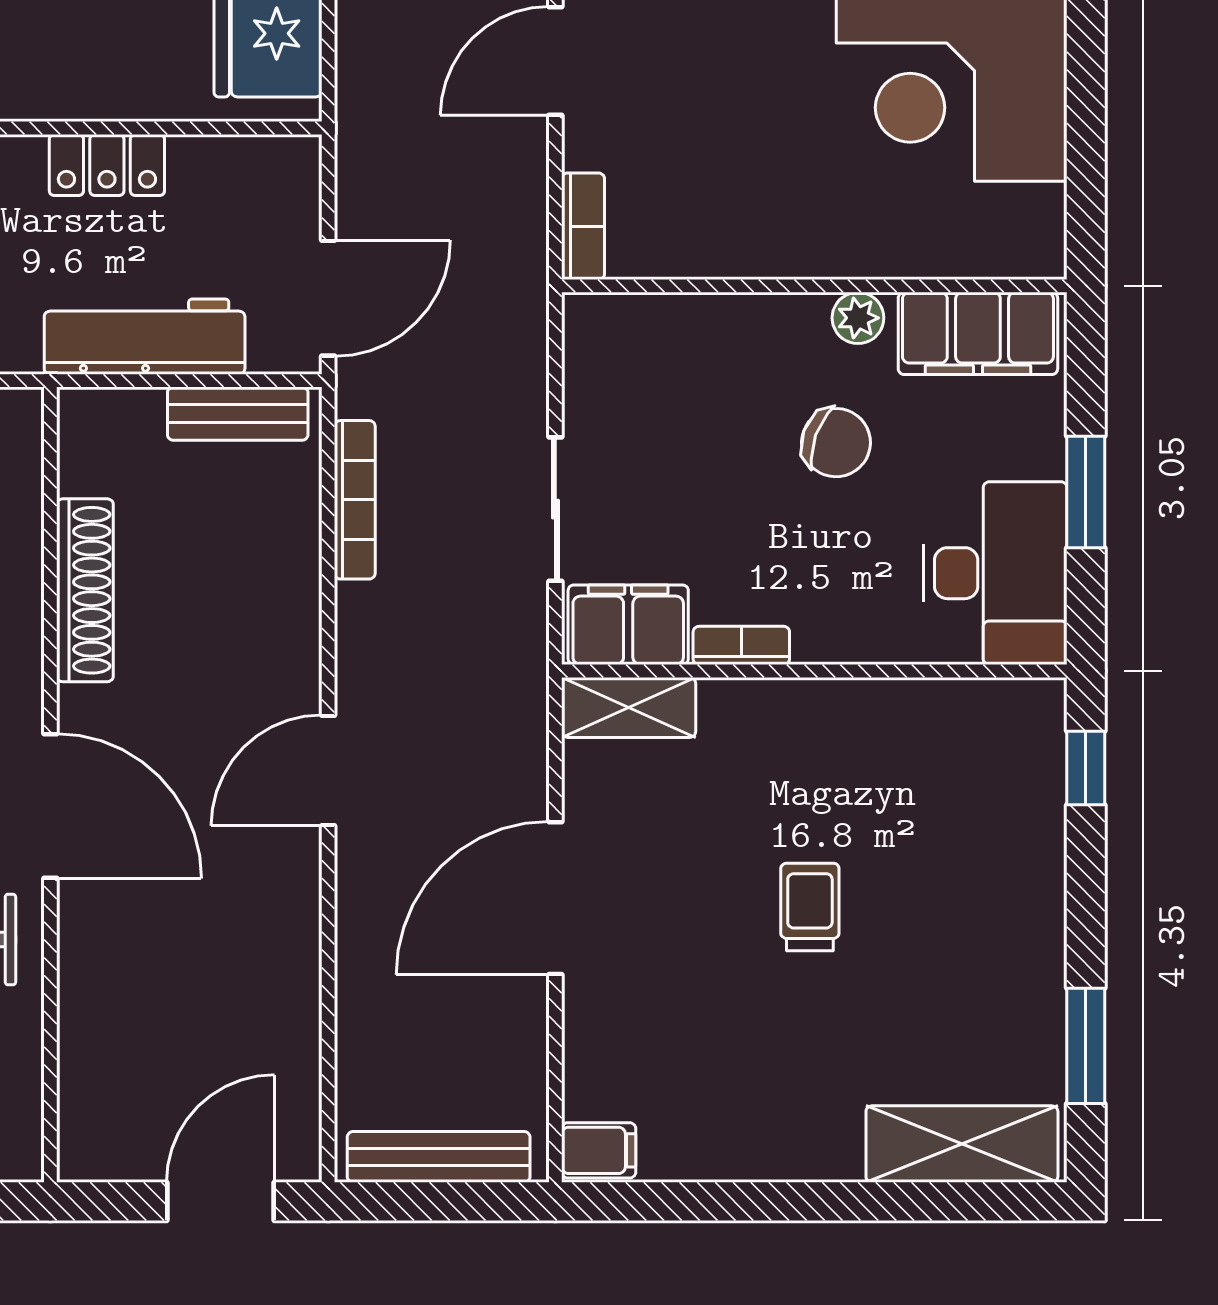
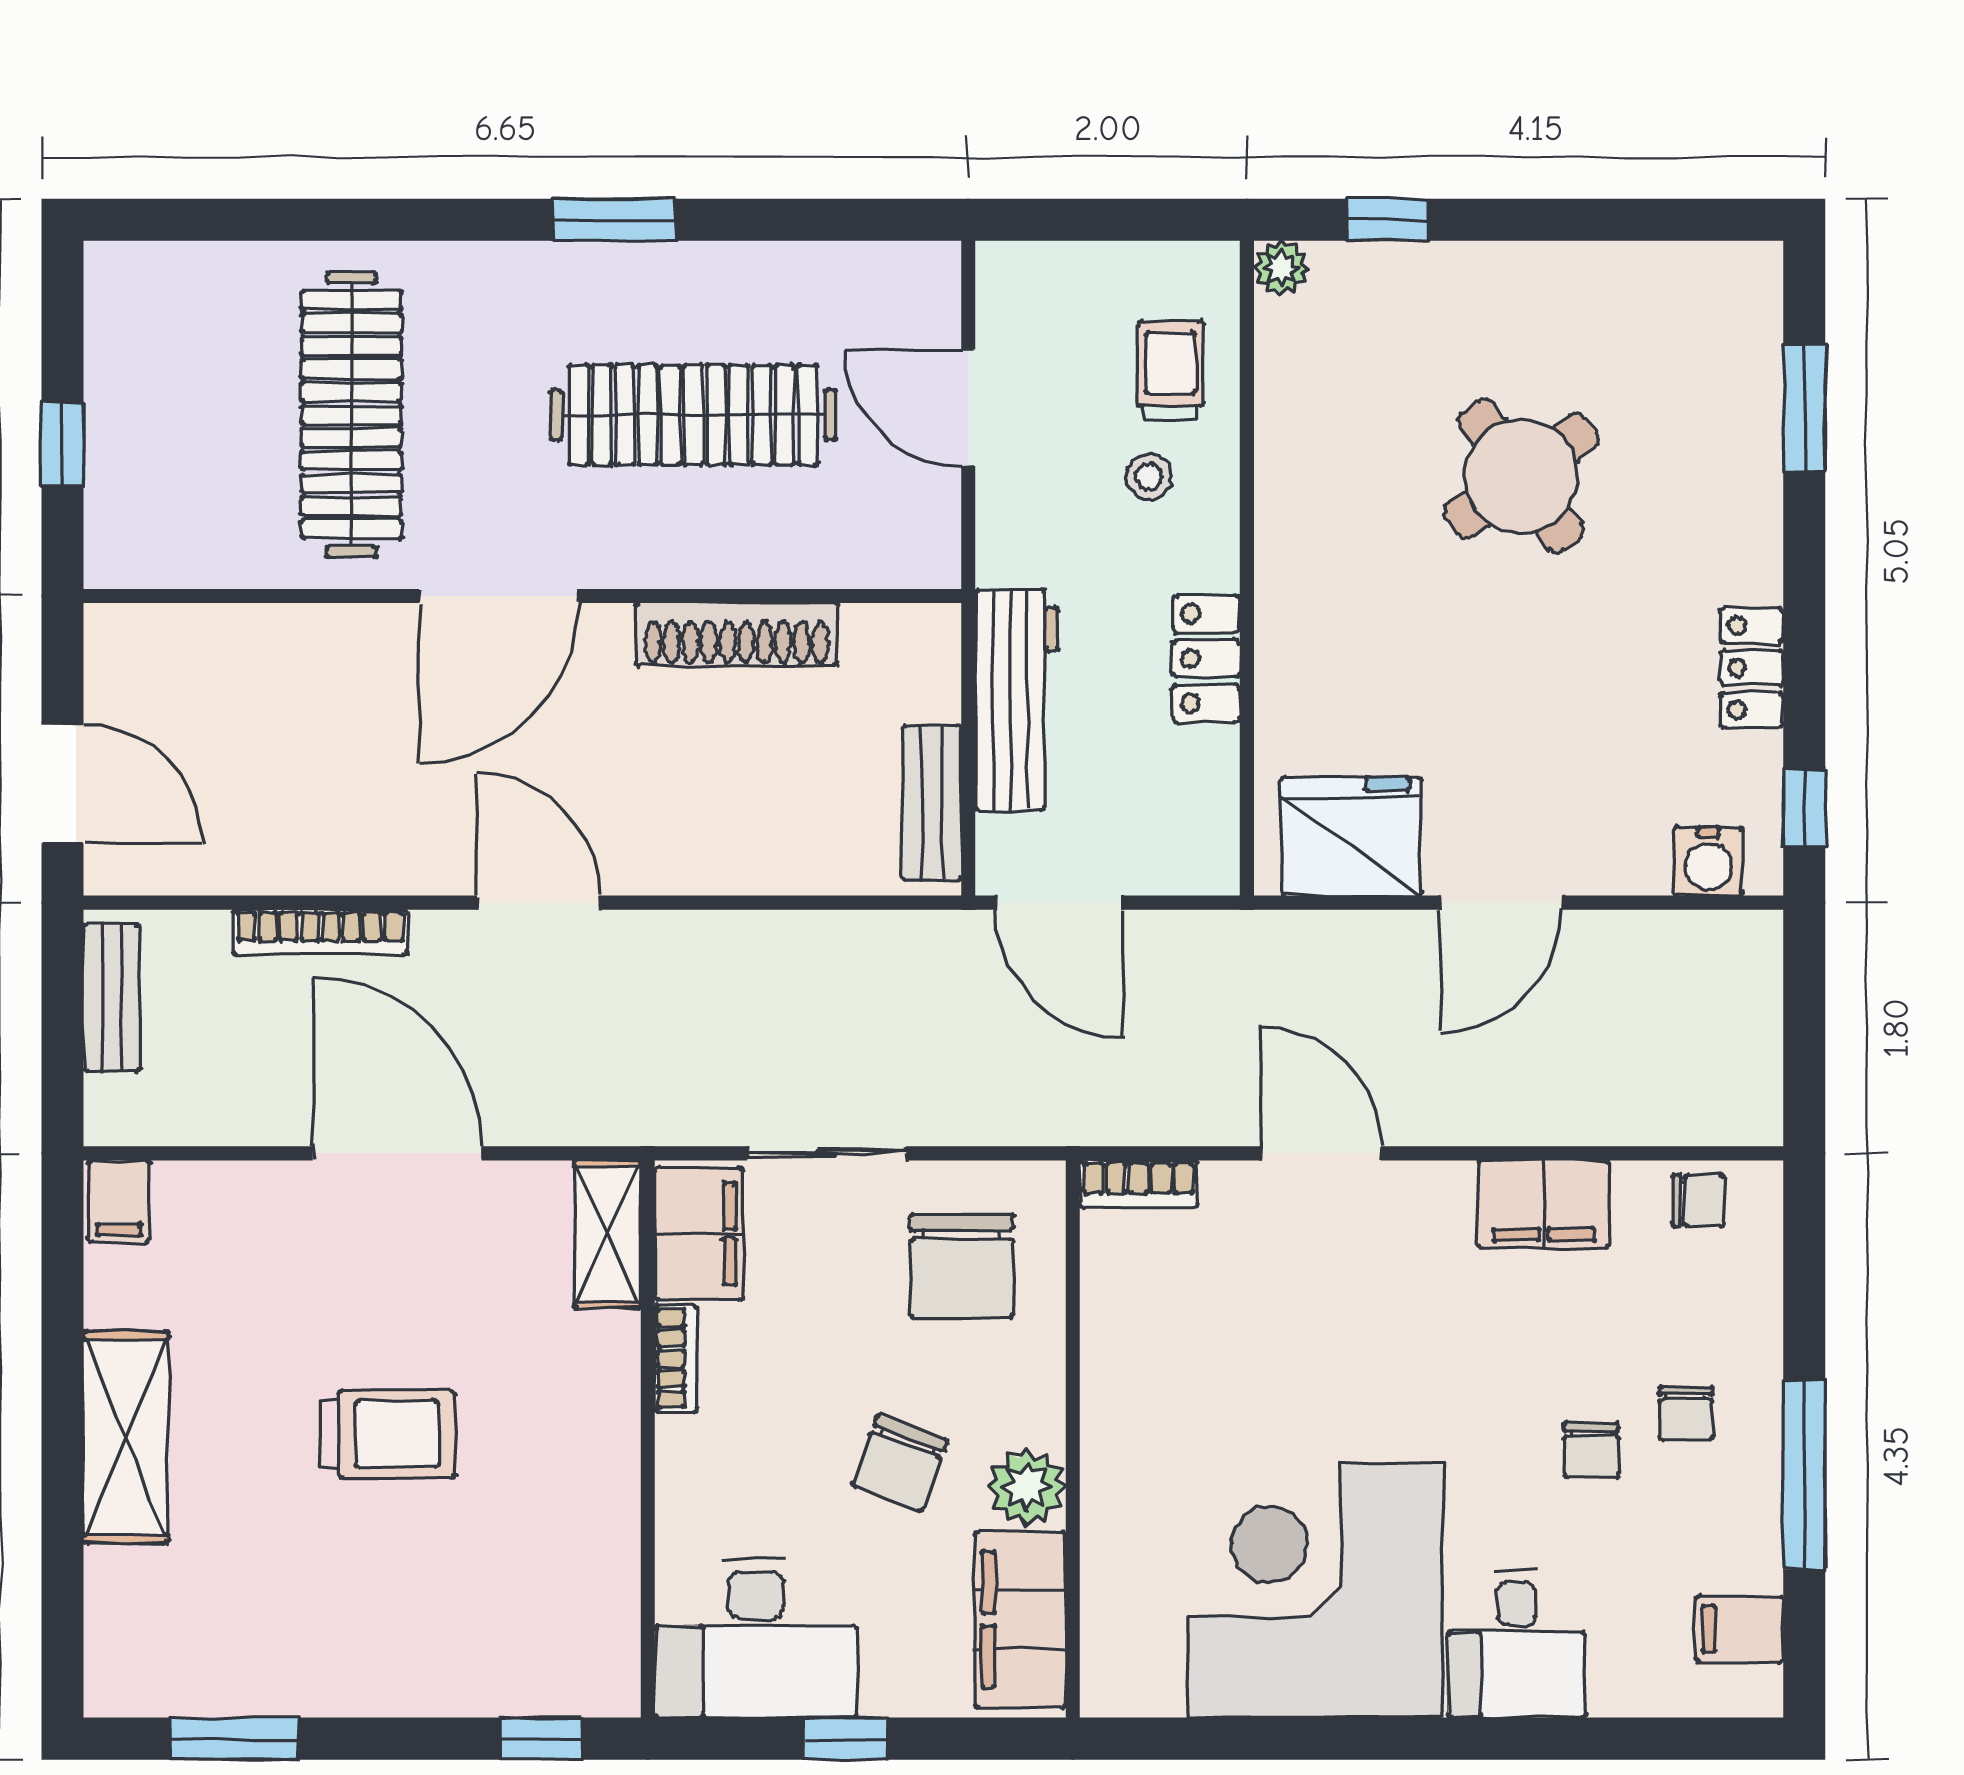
plant: (858, 318) -> (1027, 1487), width x1.38, depth x1.38
chair: (657, 387) -> (962, 1266), added
window: (1086, 492) -> (845, 1739), width x0.67
bookcase: (355, 500) -> (320, 932), moved
trolley: (810, 907) -> (387, 1434), width x1.36, depth x1.39
shelving: (962, 1144) -> (126, 1437), moved
bench: (439, 1157) -> (112, 998), width x0.73

